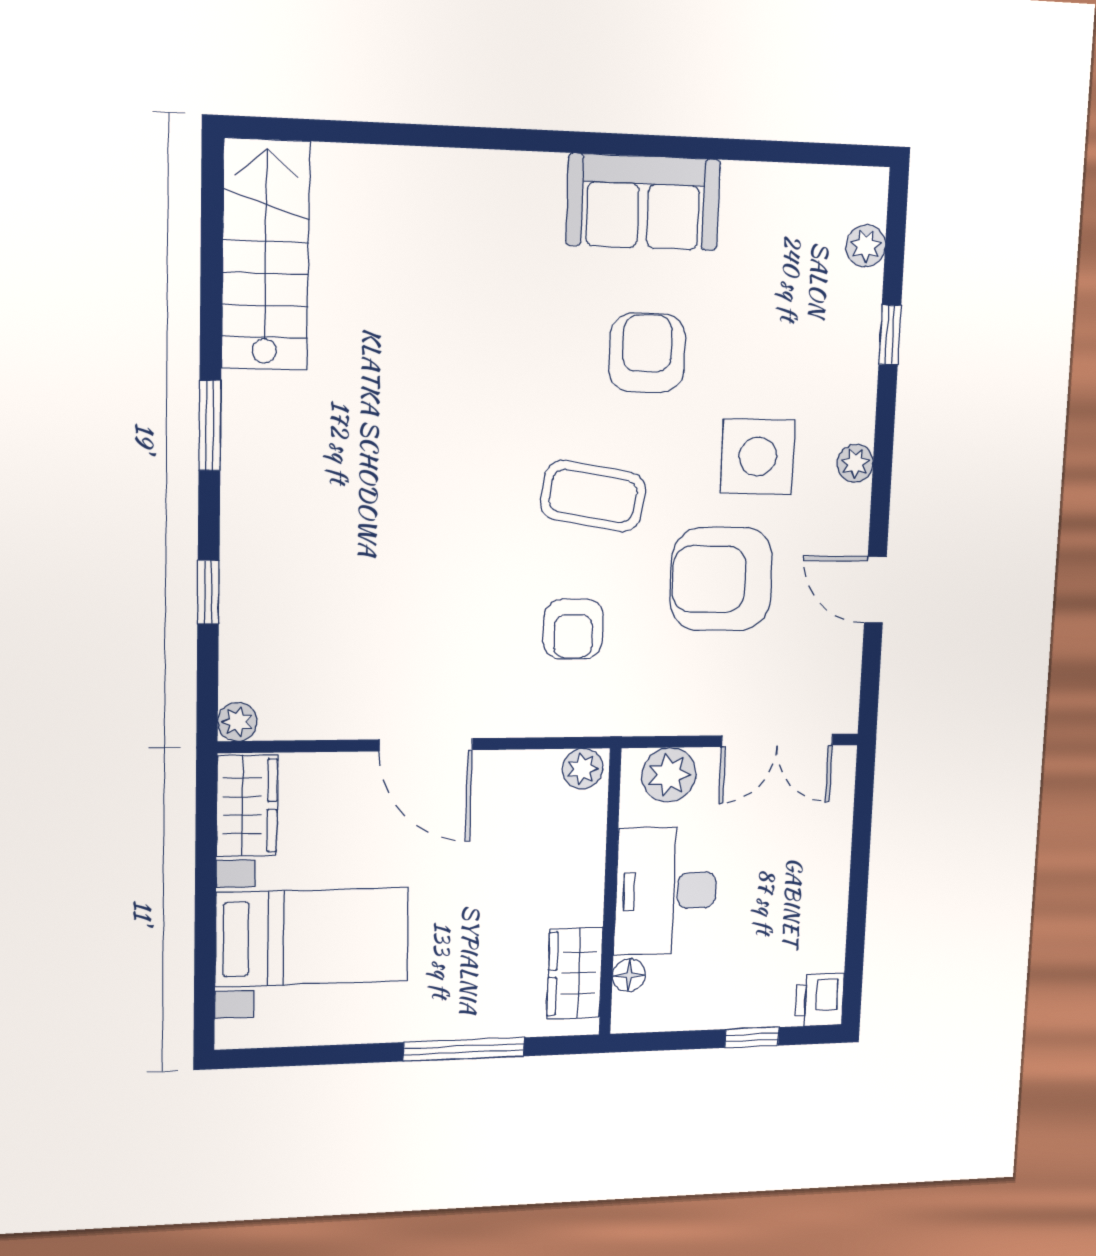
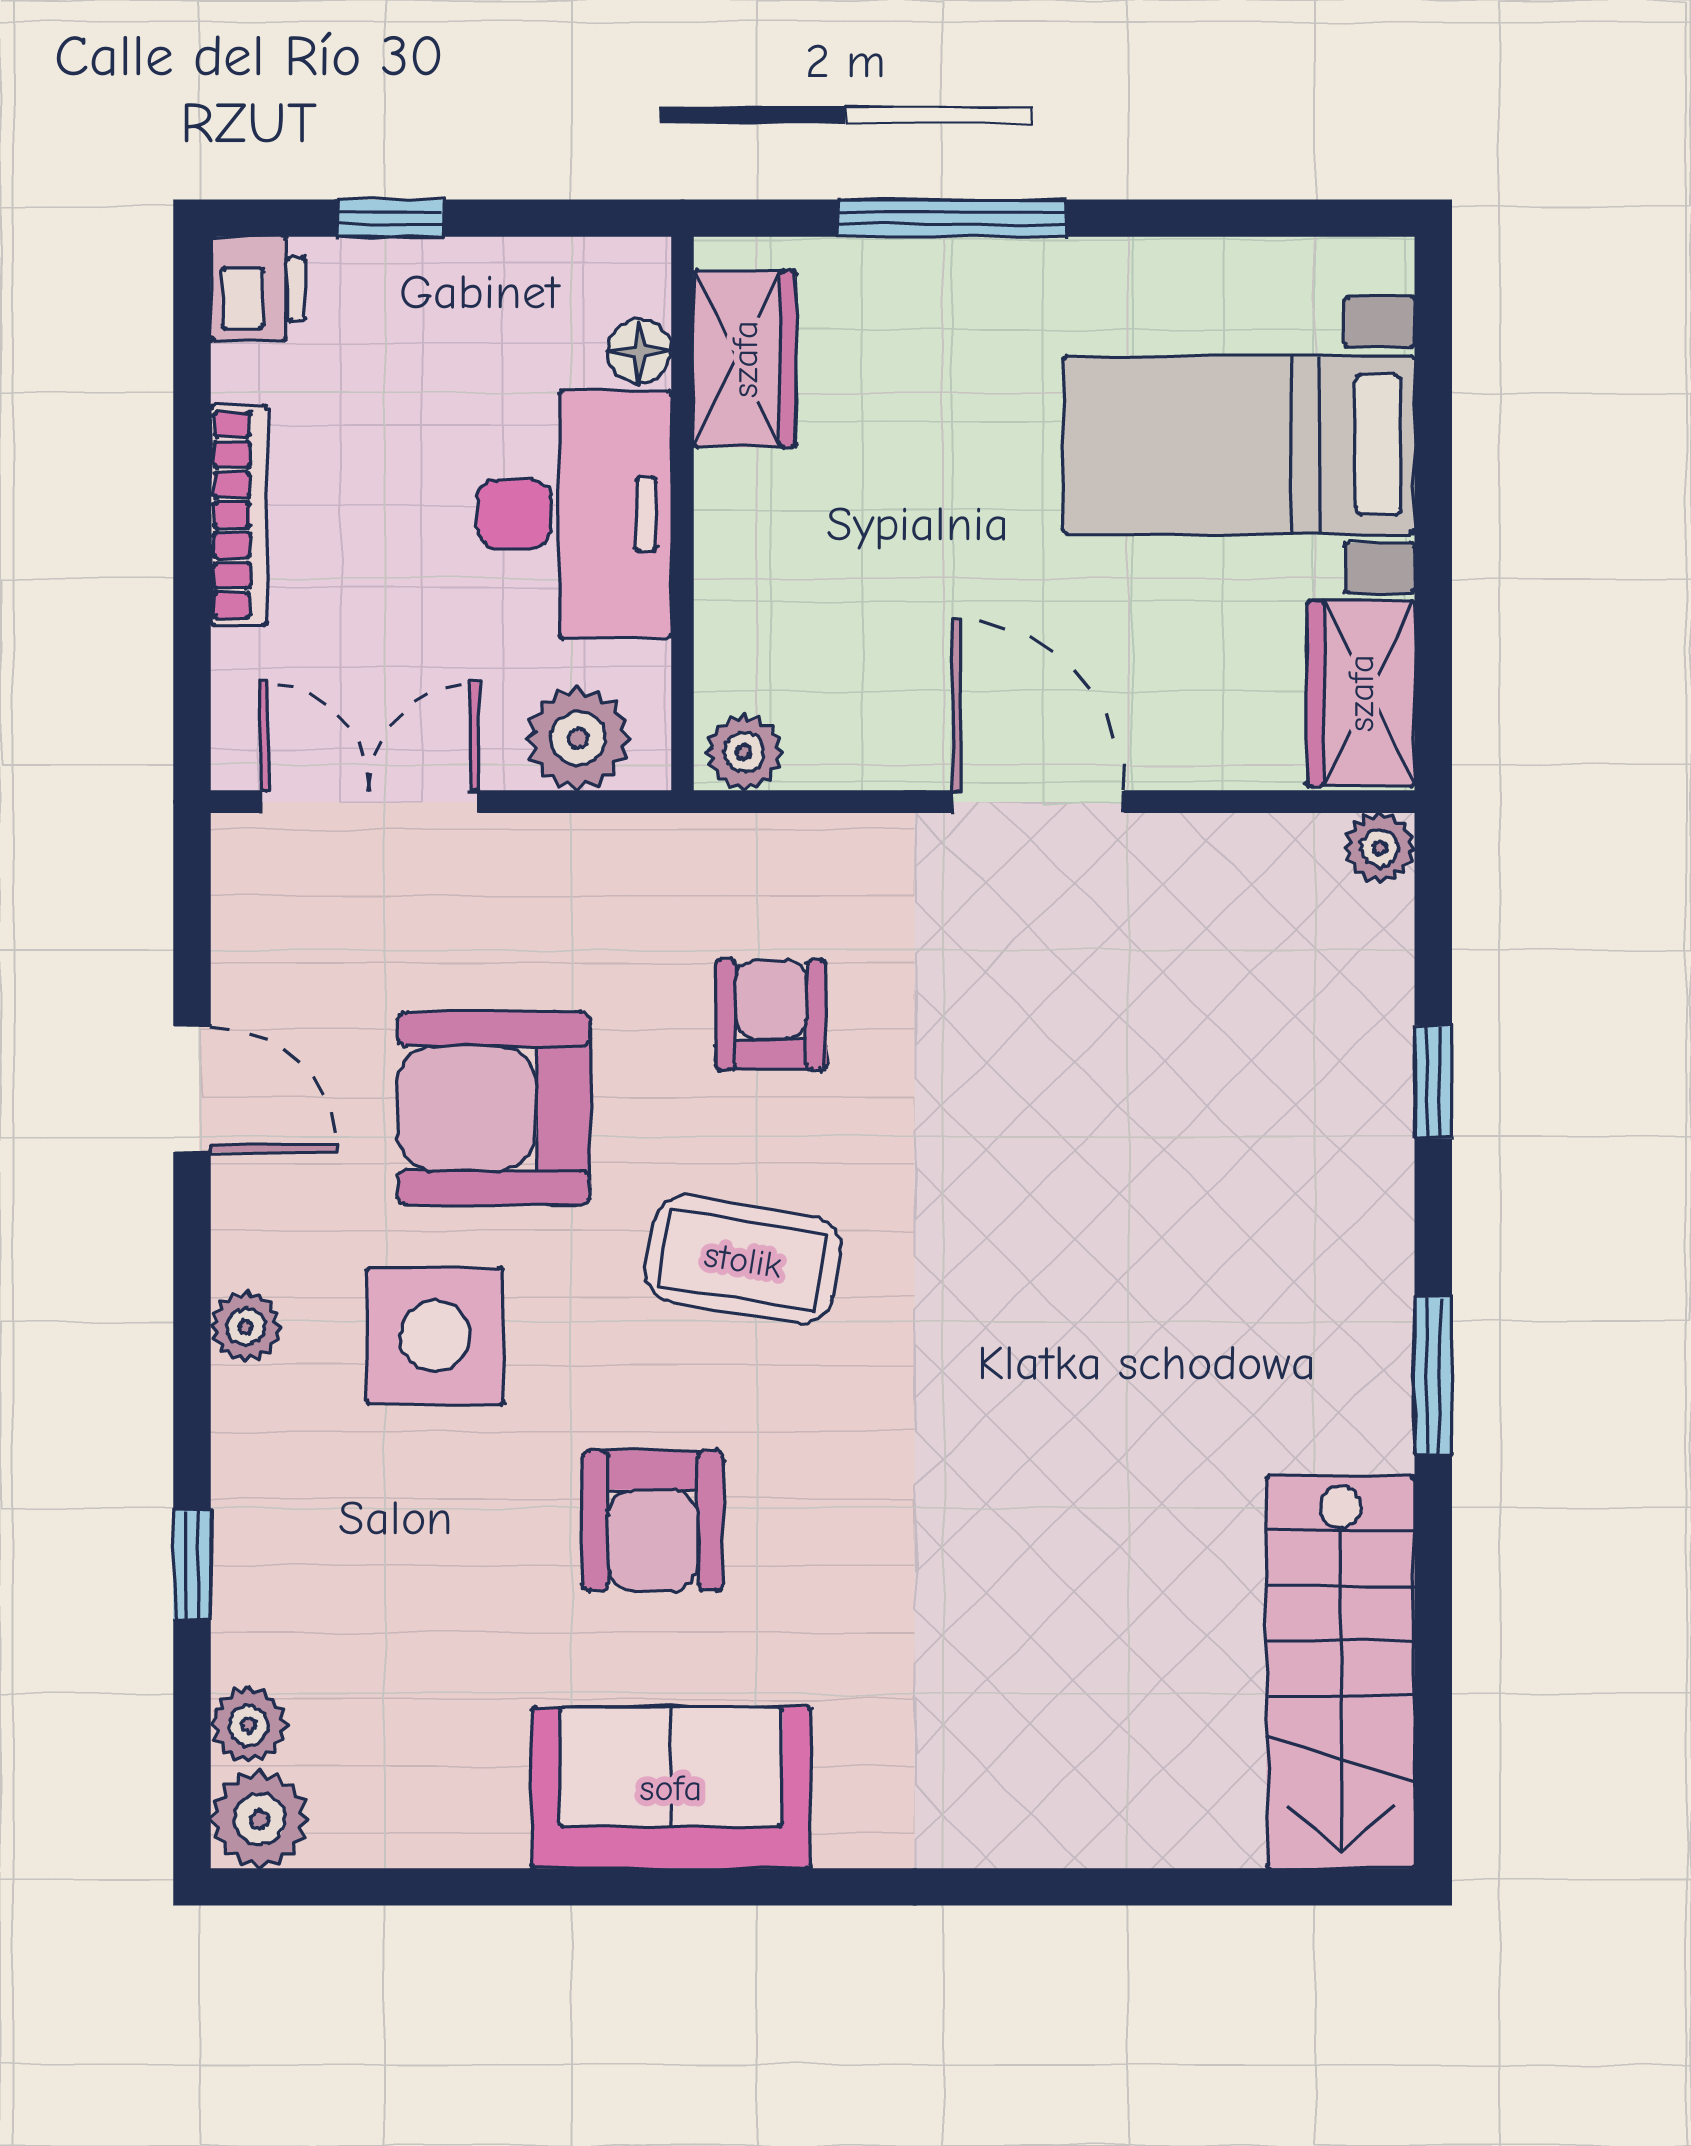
plant: (863, 193) -> (260, 1819), added
armchair: (721, 579) -> (494, 1108), turned 180
bookcase: (835, 886) -> (239, 515), added

